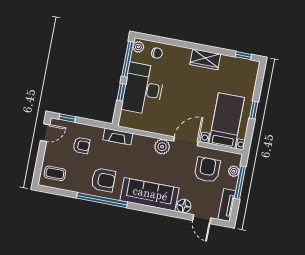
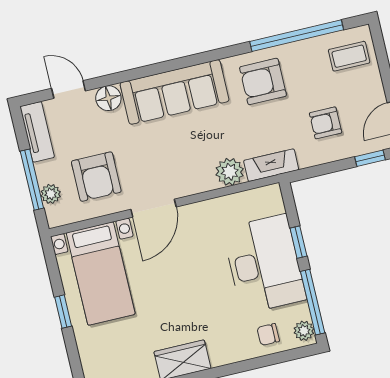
plant: (162, 147) -> (230, 172), moved
window: (102, 200) -> (297, 36), moved

